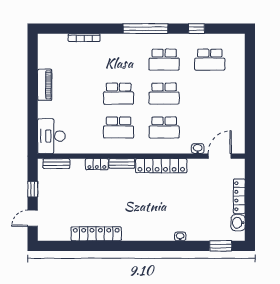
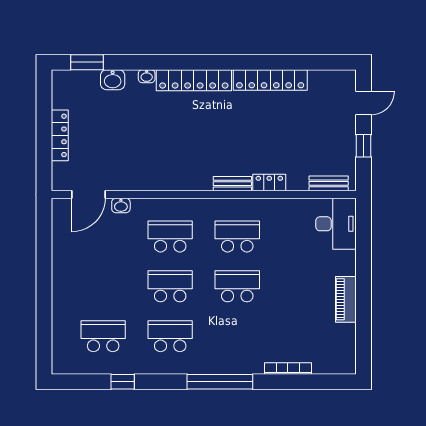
window: (145, 29) -> (220, 382), moved
locker: (161, 166) -> (194, 80), moved, turned 180
washbasin: (238, 223) -> (113, 80), moved, turned 90

